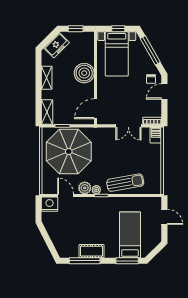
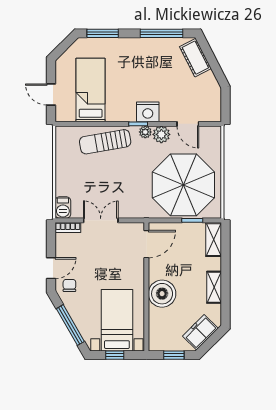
nightstand: (50, 204) -> (148, 112), moved
bed: (130, 235) -> (91, 90), moved, turned 180
cot: (91, 251) -> (195, 58), moved, turned 63

